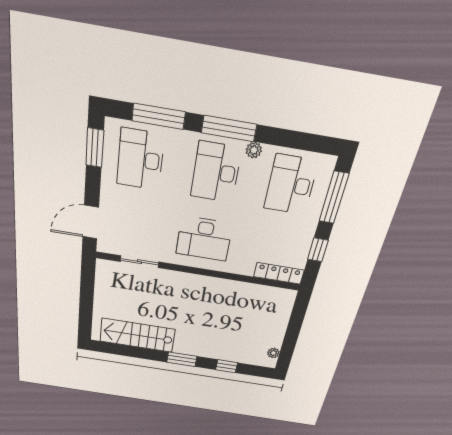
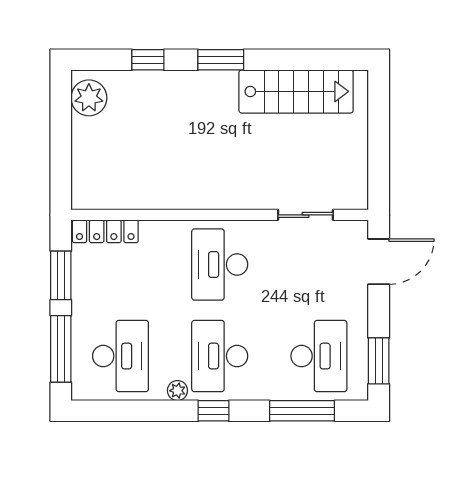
window: (229, 128) -> (213, 411), width x0.46
desk: (216, 172) -> (220, 356), turned 180
desk: (204, 239) -> (220, 264), turned -90
window: (318, 250) -> (61, 275), width x1.50
plant: (273, 353) -> (89, 98), width x1.88, depth x1.88

